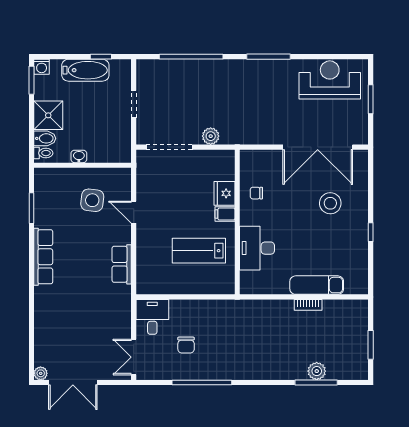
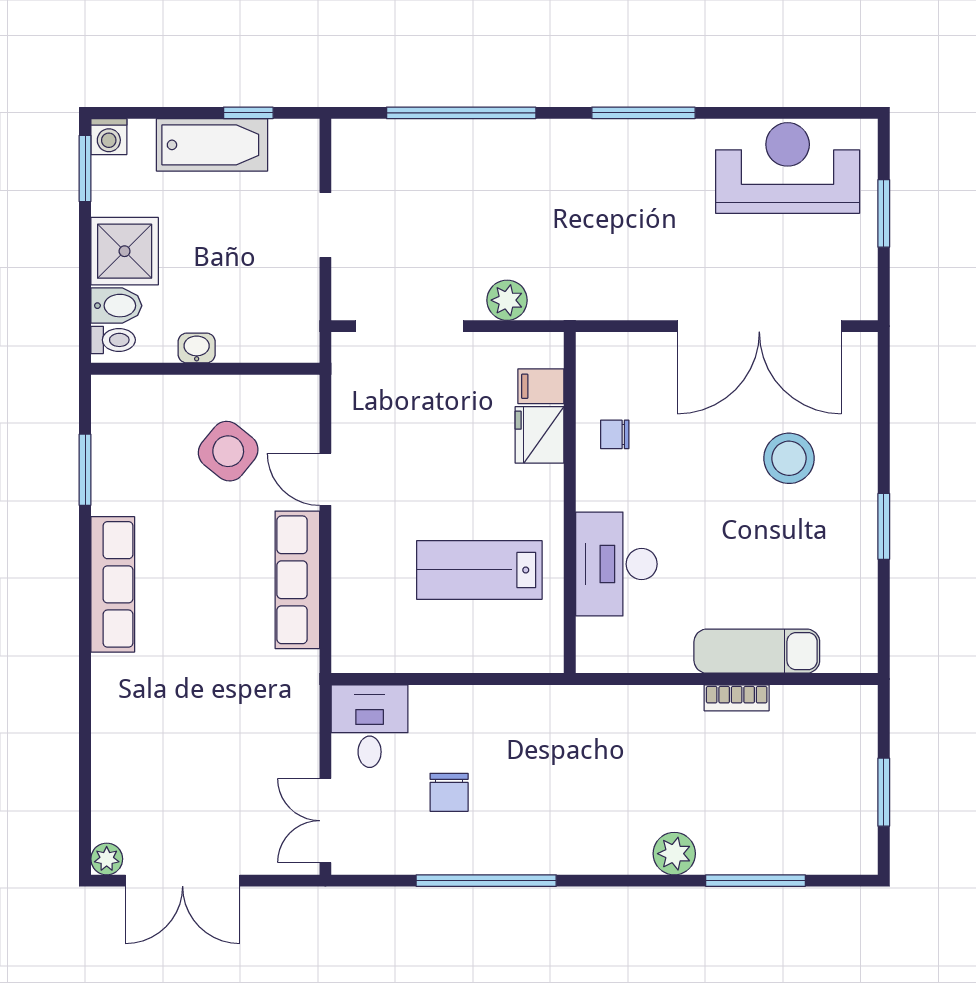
side table: (92, 200) -> (228, 451), turned 33
filing cabinet: (225, 214) -> (541, 386), moved
window: (371, 232) -> (884, 526), width x1.50
row of seats: (122, 264) -> (297, 580), width x1.48
plant: (317, 371) -> (674, 854), moved

